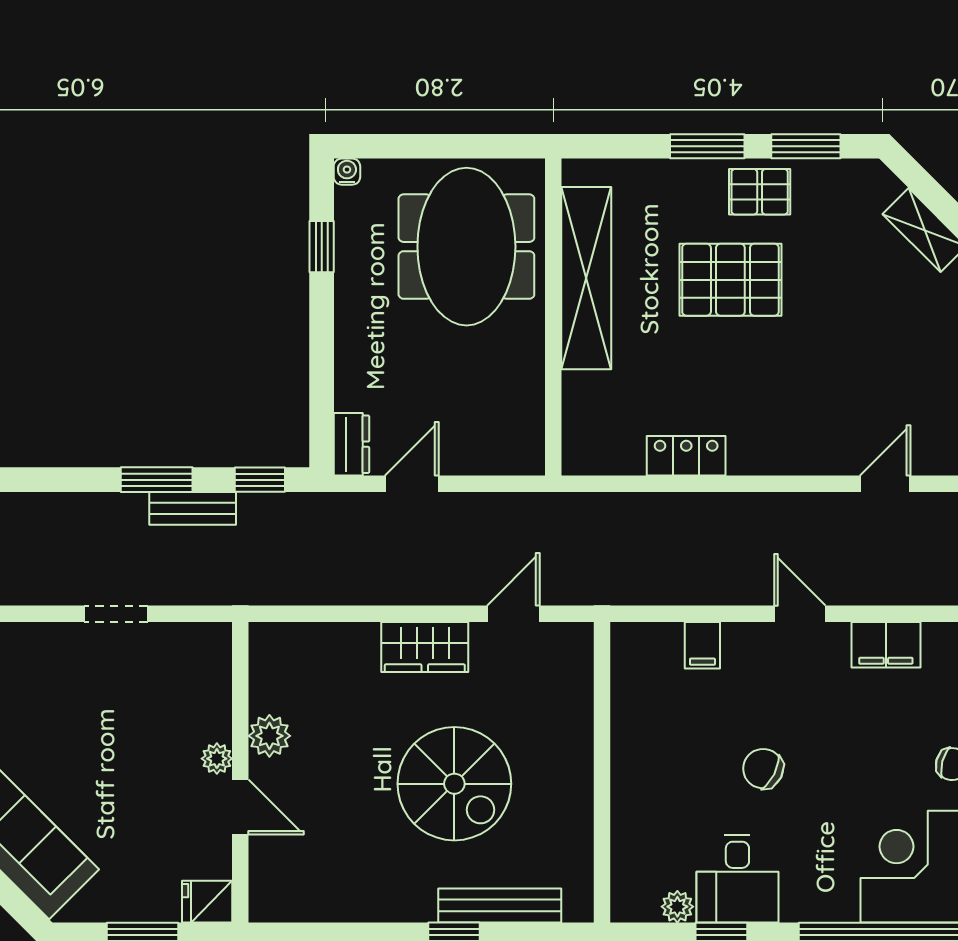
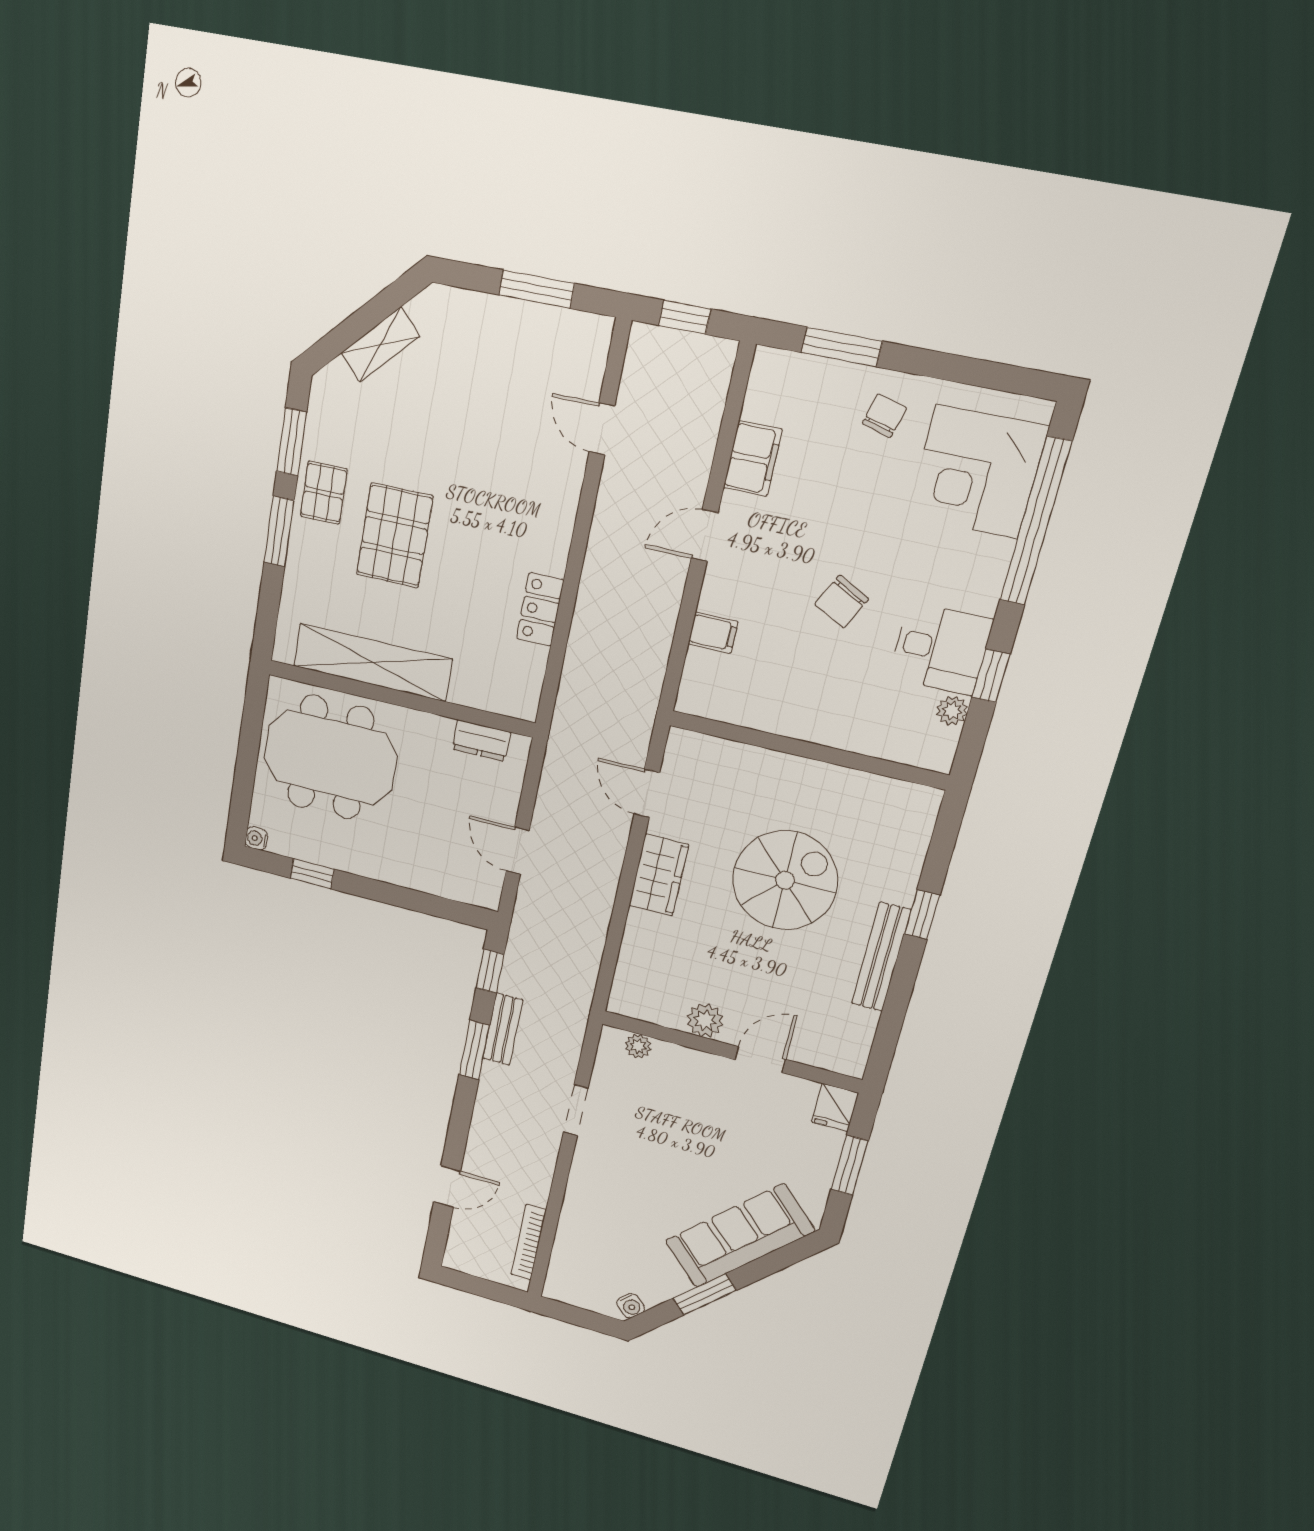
dresser: (351, 444) -> (481, 741), moved, turned 180
plant: (217, 759) -> (638, 1046), moved
bench: (500, 905) -> (881, 957), moved

